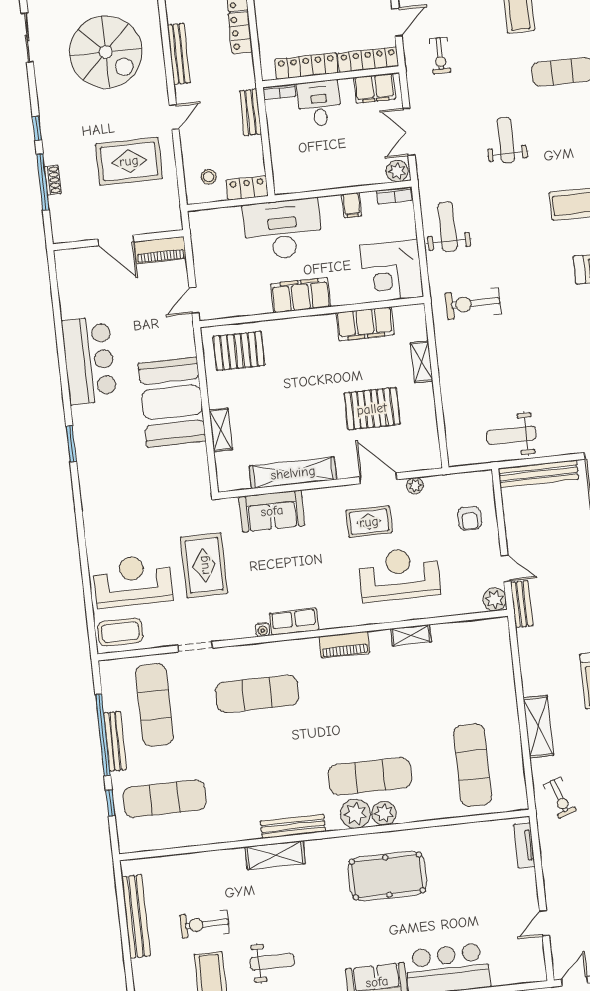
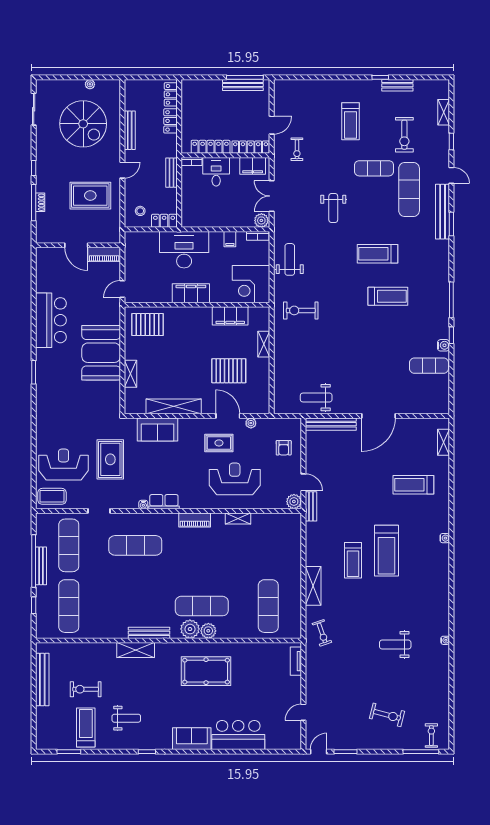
weight bench: (506, 140) -> (333, 208), turned 180
exercise mat: (165, 799) -> (69, 606), turned 90

